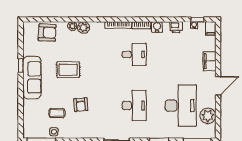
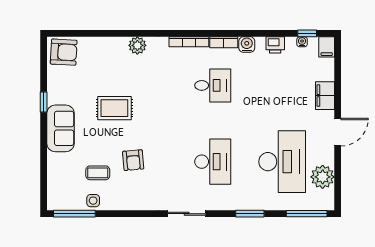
plant: (72, 26) -> (121, 43), removed
armchair: (47, 33) -> (64, 52), moved
sofa: (32, 78) -> (61, 128), width x0.73

